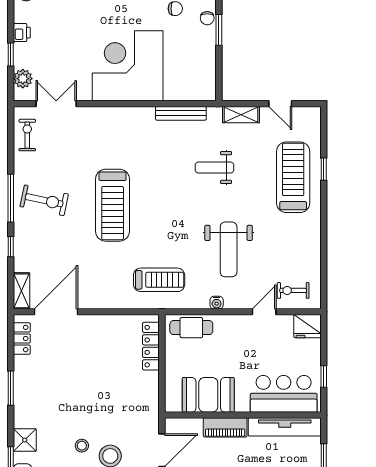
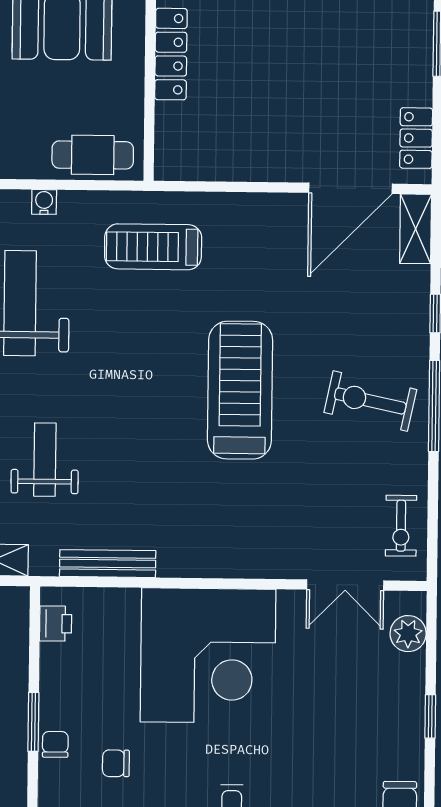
printer: (22, 33) -> (56, 624), moved, turned 180
window: (11, 55) -> (430, 716), moved
weight bench: (214, 168) -> (45, 460), turned -90
locker: (151, 346) -> (171, 54), moved

